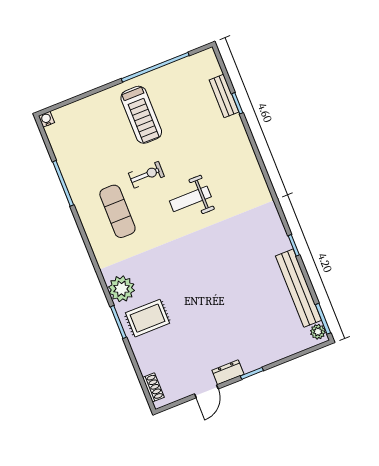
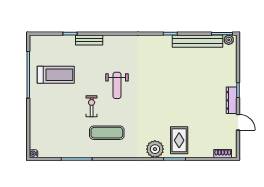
bench: (224, 96) -> (89, 40), moved
treadmill: (141, 115) -> (56, 75), moved
dresser: (228, 372) -> (232, 100), width x1.44

